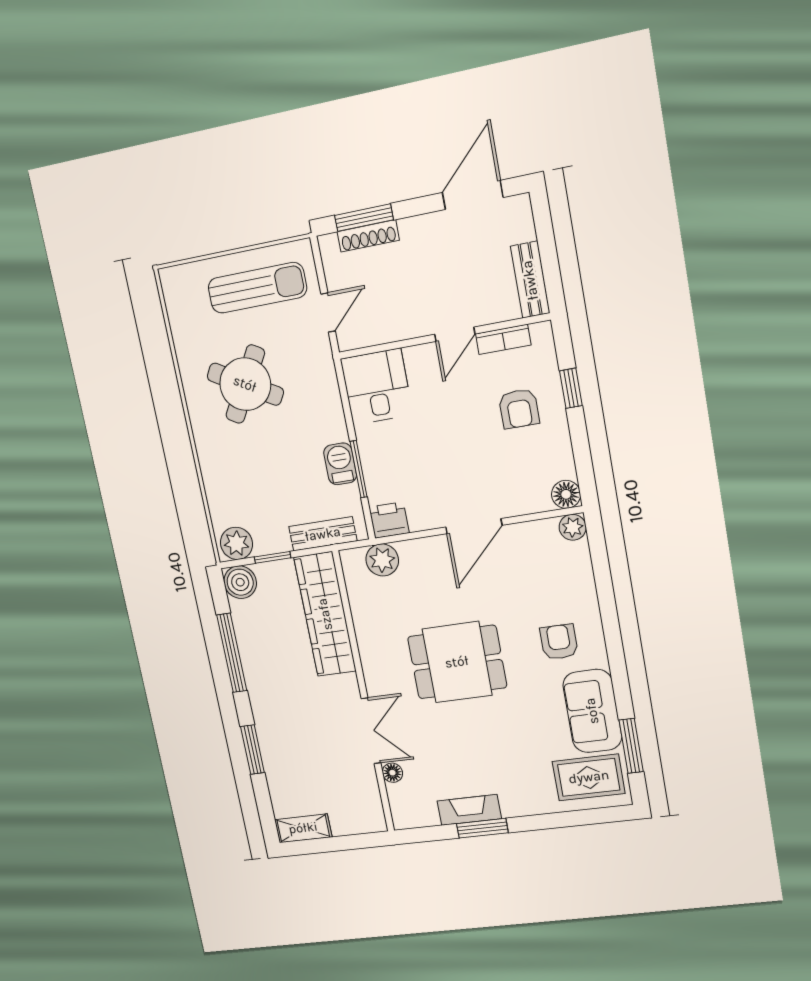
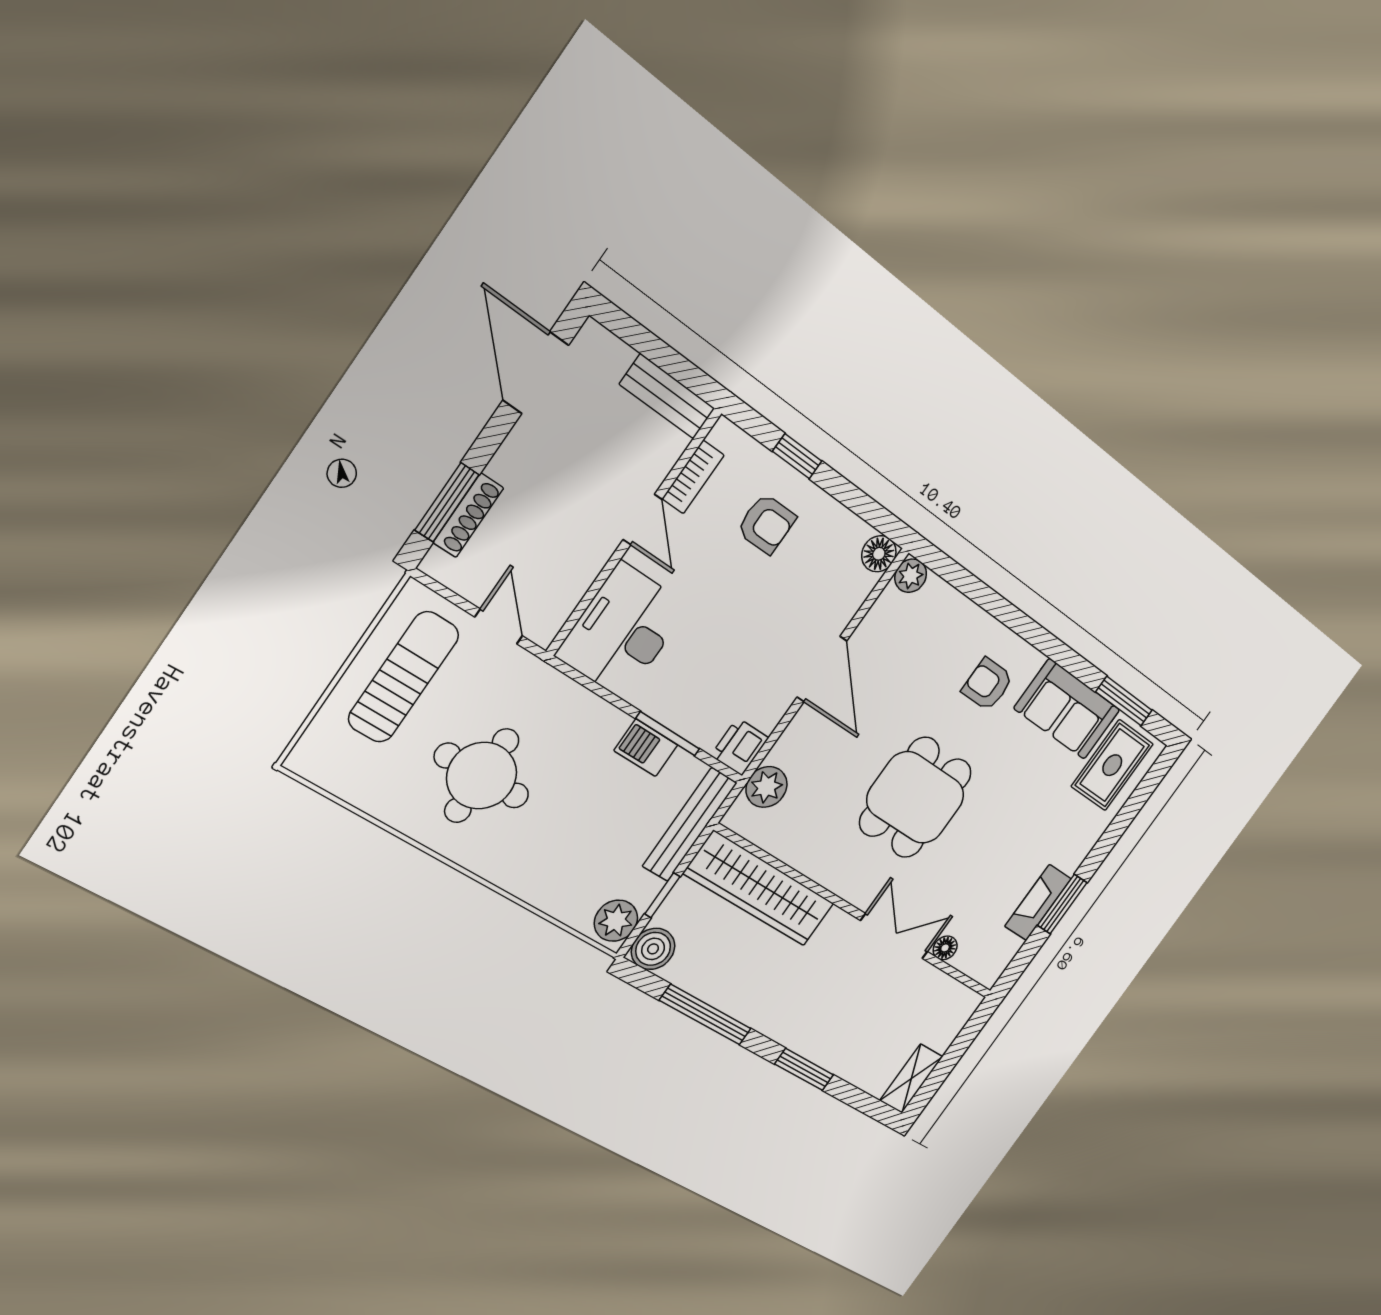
round table: (245, 384) -> (482, 776), turned -30
desk: (377, 387) -> (622, 631), width x1.37
bench: (323, 534) -> (690, 825), width x1.36

